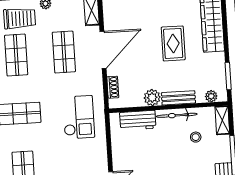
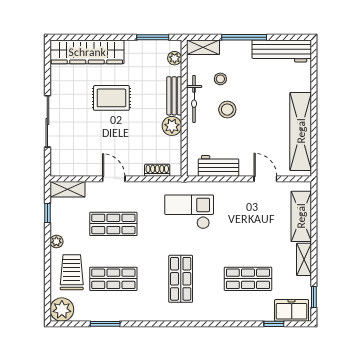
door: (103, 50) -> (114, 179), width x0.53
workbench: (138, 120) -> (219, 166), moved, turned -90
stool: (169, 145) -> (227, 110), added

